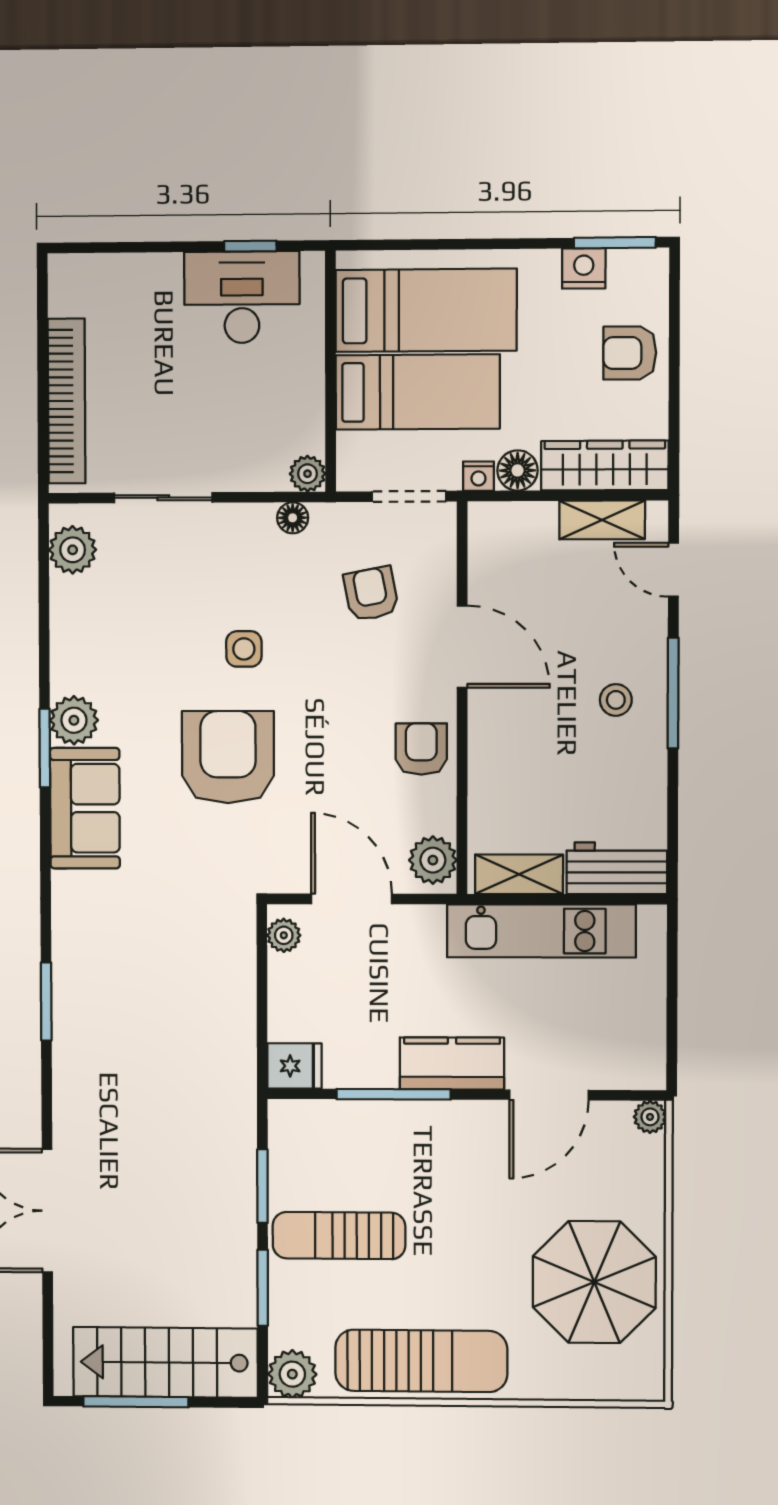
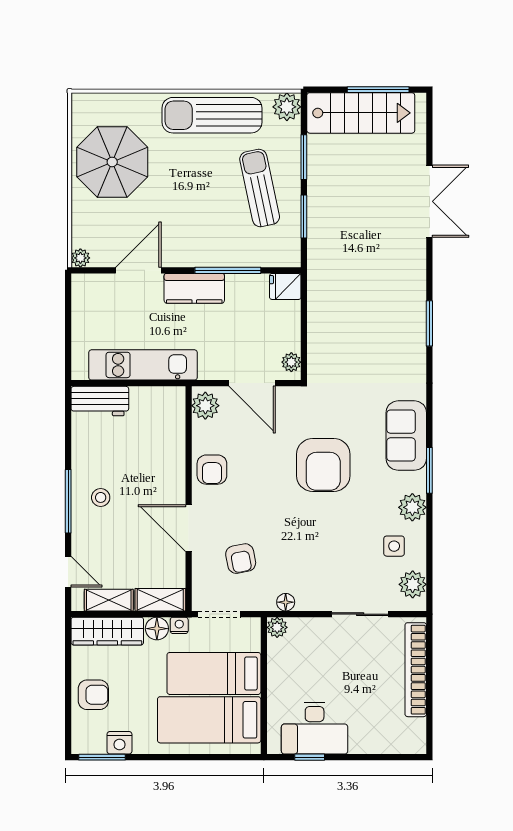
side table: (244, 649) -> (394, 546), moved
plant: (74, 720) -> (412, 507), moved
shelving: (519, 874) -> (160, 600), moved
sun lounger: (339, 1236) -> (260, 188), turned -102

